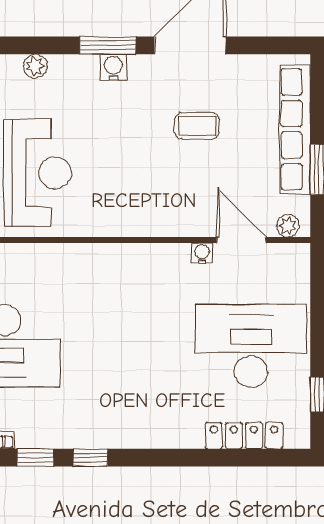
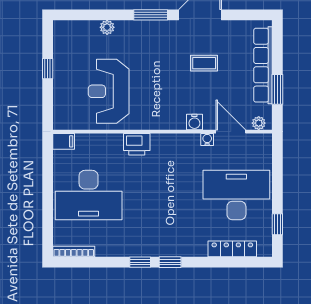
water cooler: (113, 67) -> (194, 122), moved, turned 180
reception desk: (38, 173) -> (109, 91), turned 180
printer: (85, 261) -> (137, 144), added
window: (36, 458) -> (170, 262), moved

